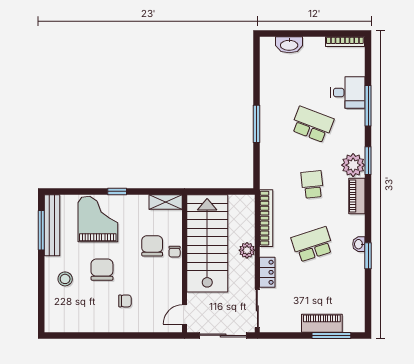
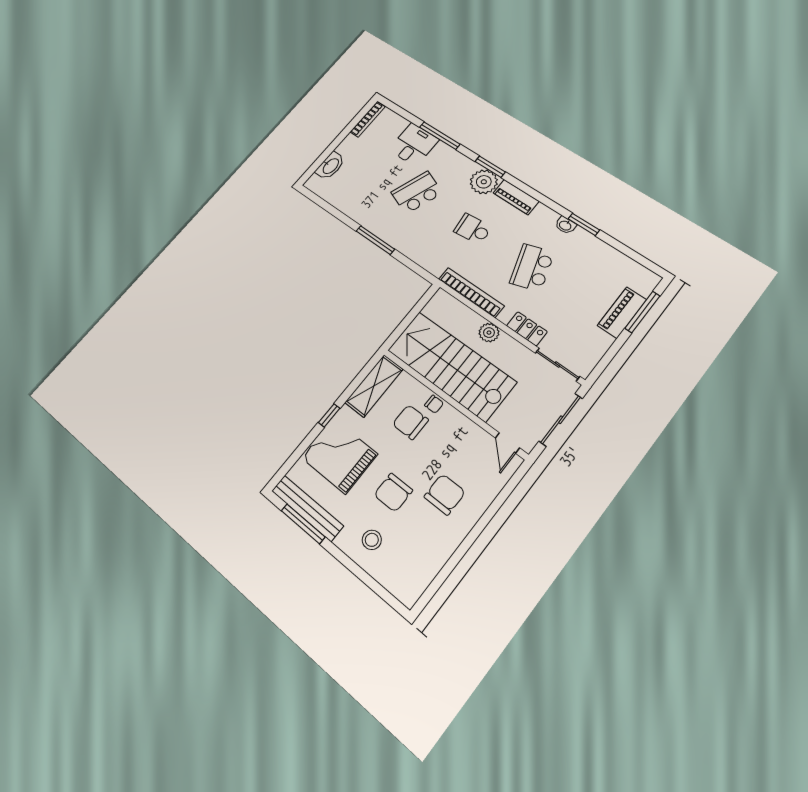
shelving: (166, 202) -> (374, 386), width x1.50, depth x1.33
chair: (102, 270) -> (393, 493), turned -90
chair: (125, 301) -> (445, 494), width x1.87, depth x1.87

